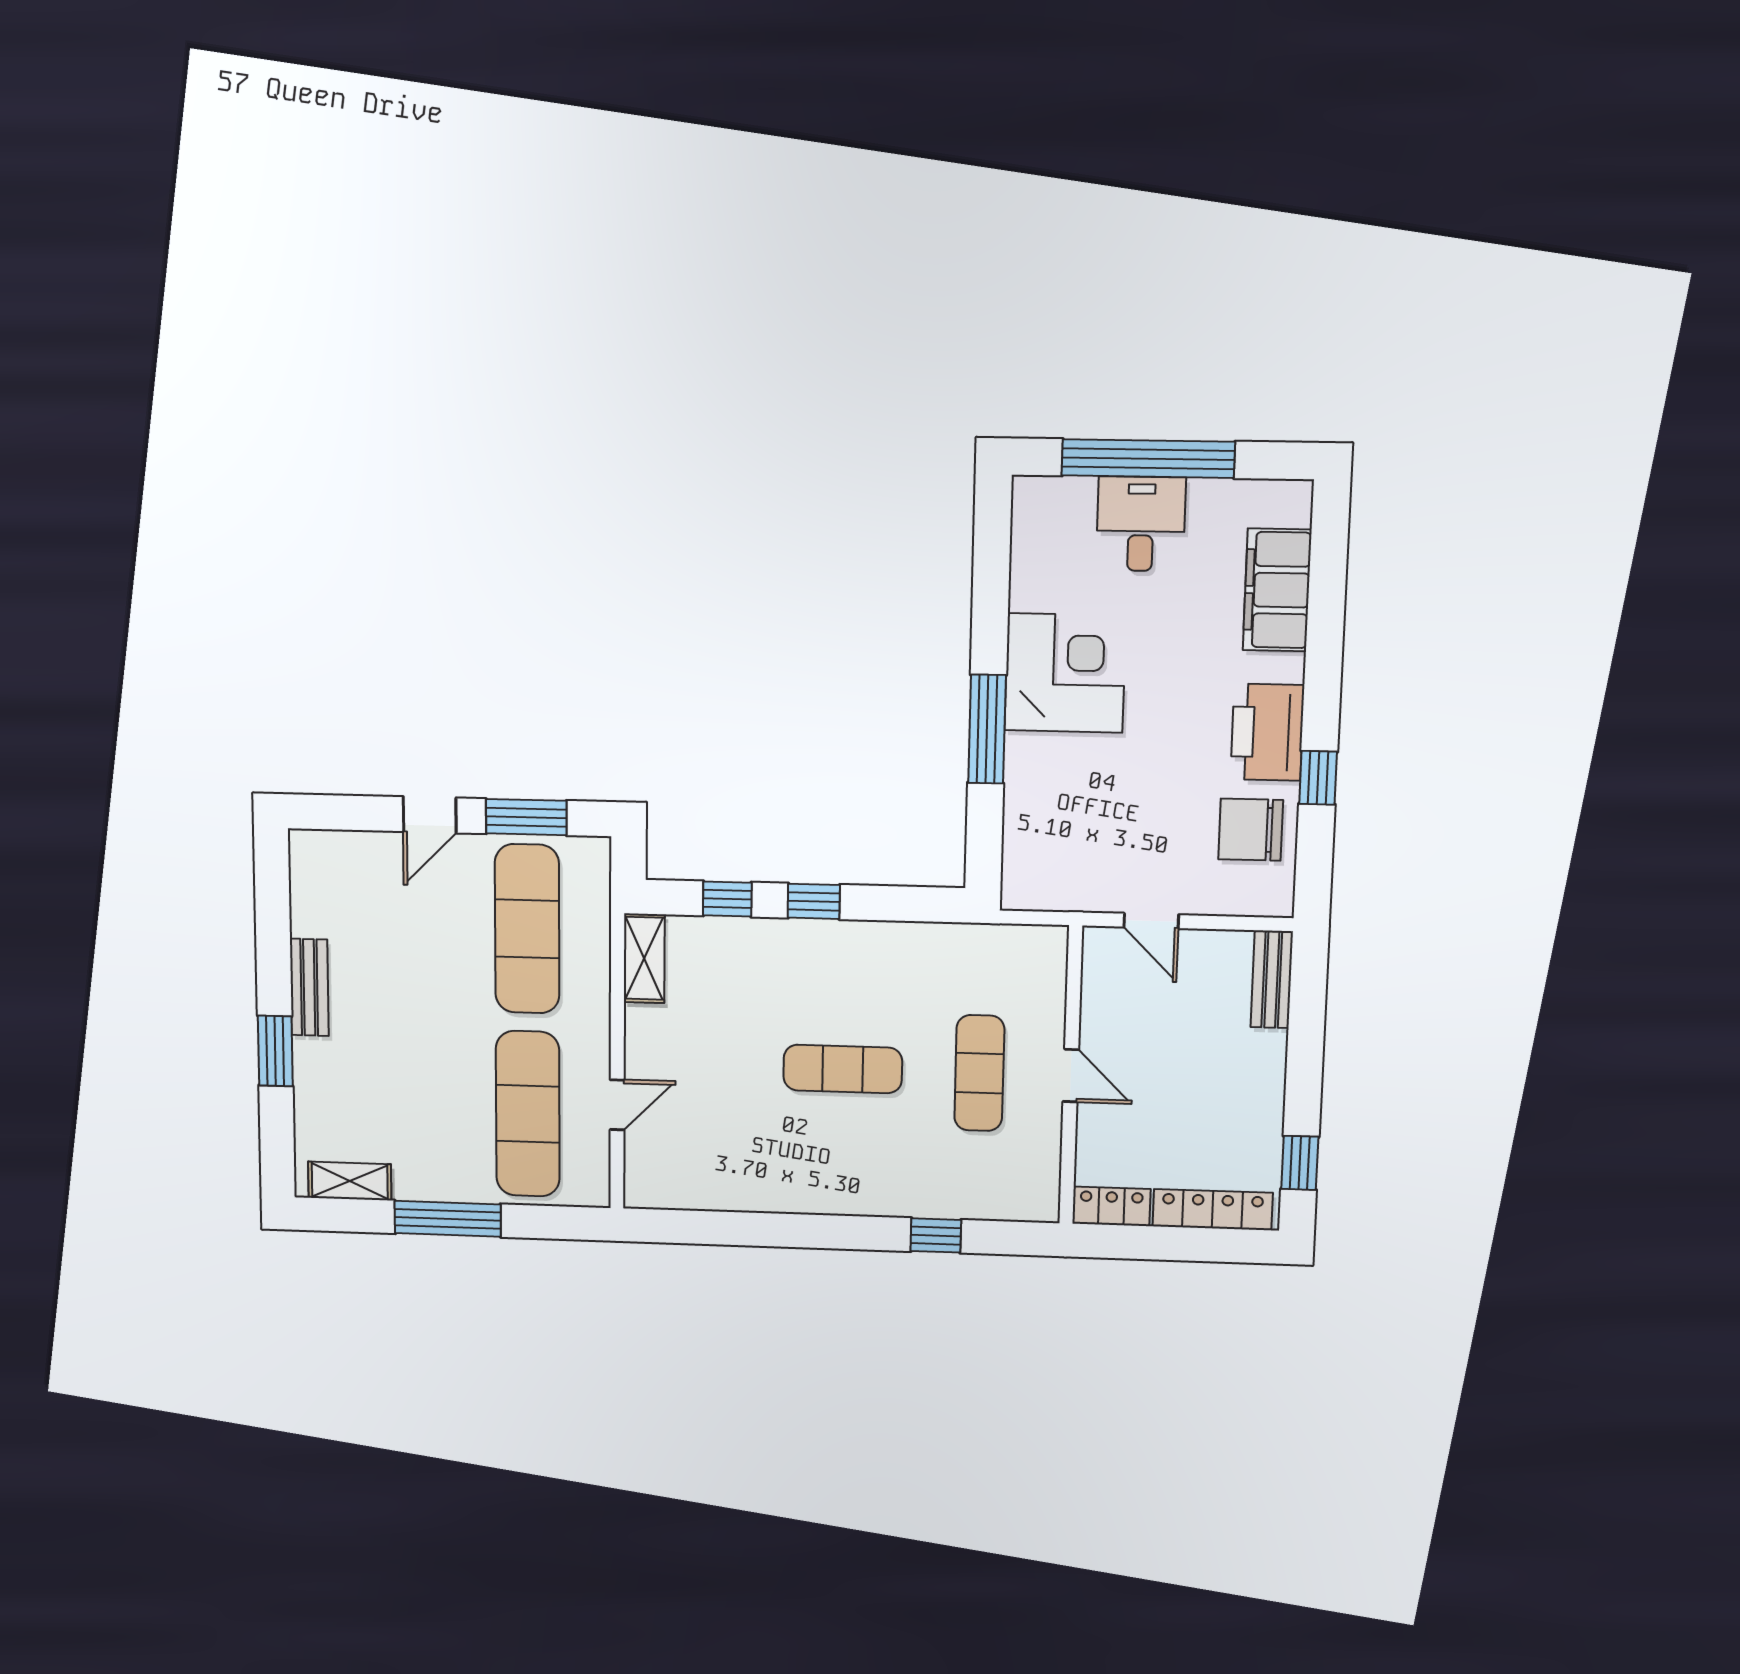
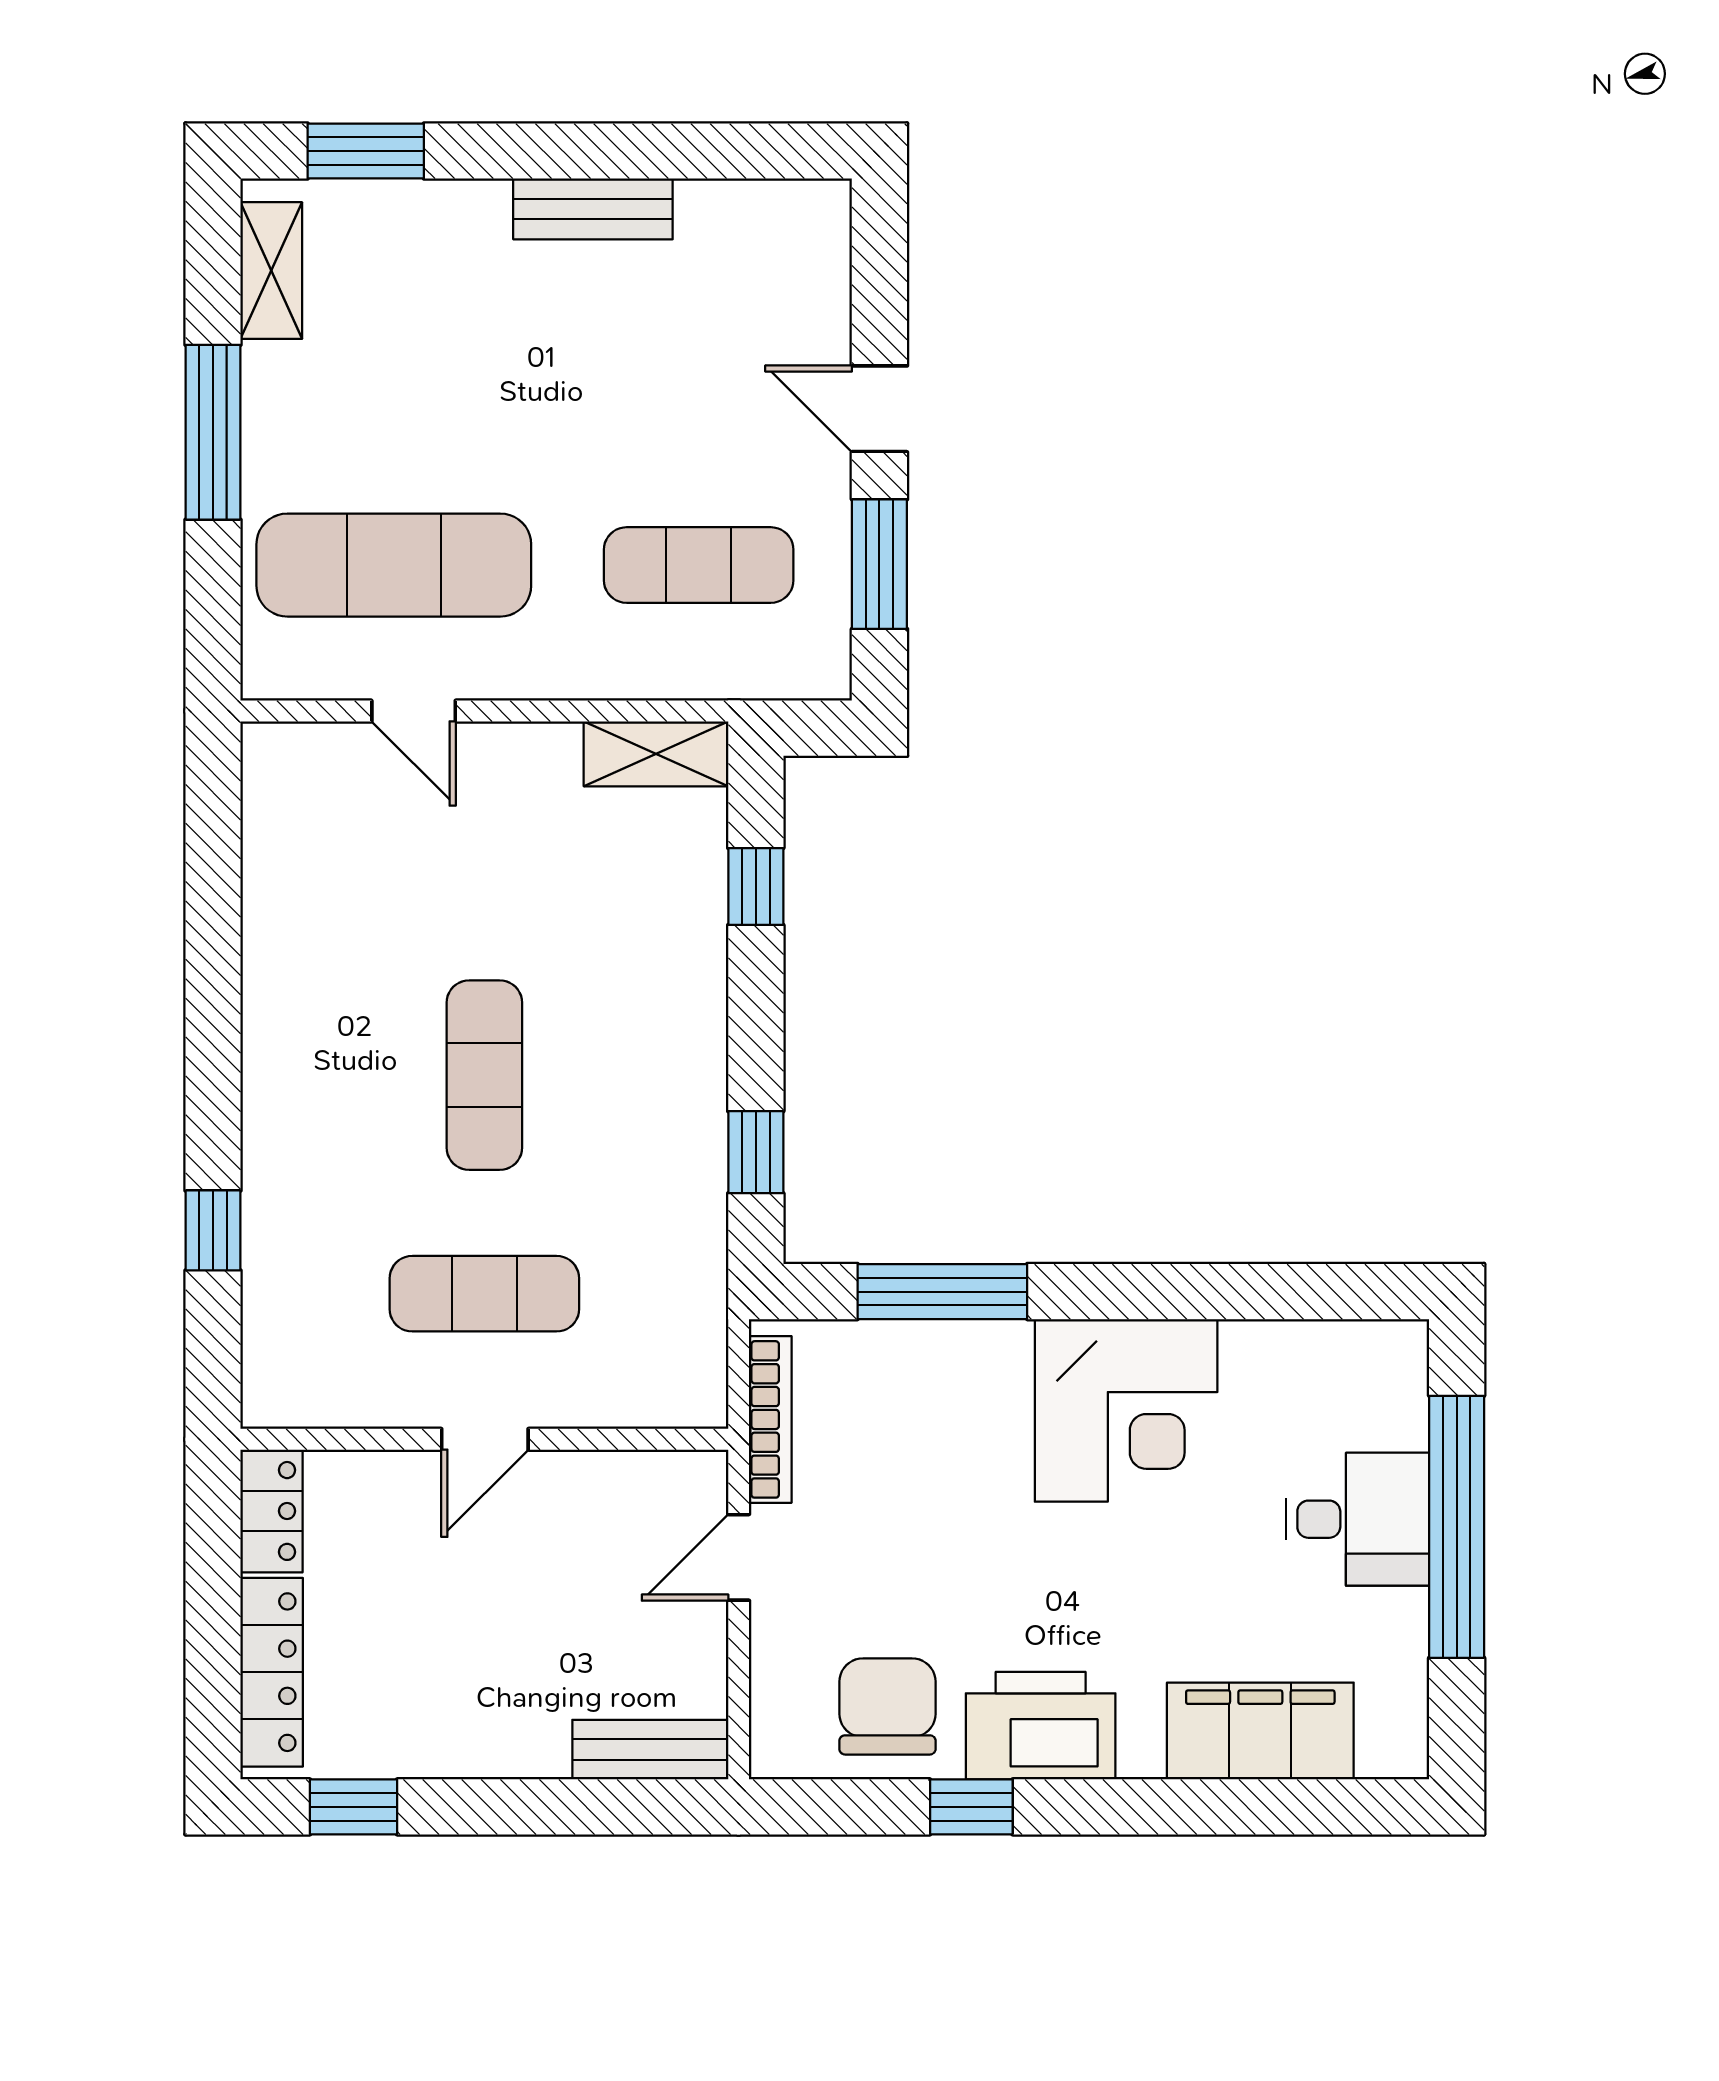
window: (987, 729) -> (942, 1292), moved
bookcase: (1064, 899) -> (770, 1419), added
window: (814, 901) -> (756, 1152), moved
exercise mat: (527, 929) -> (699, 565), width x0.73, depth x0.69
window: (275, 1051) -> (366, 151), moved

